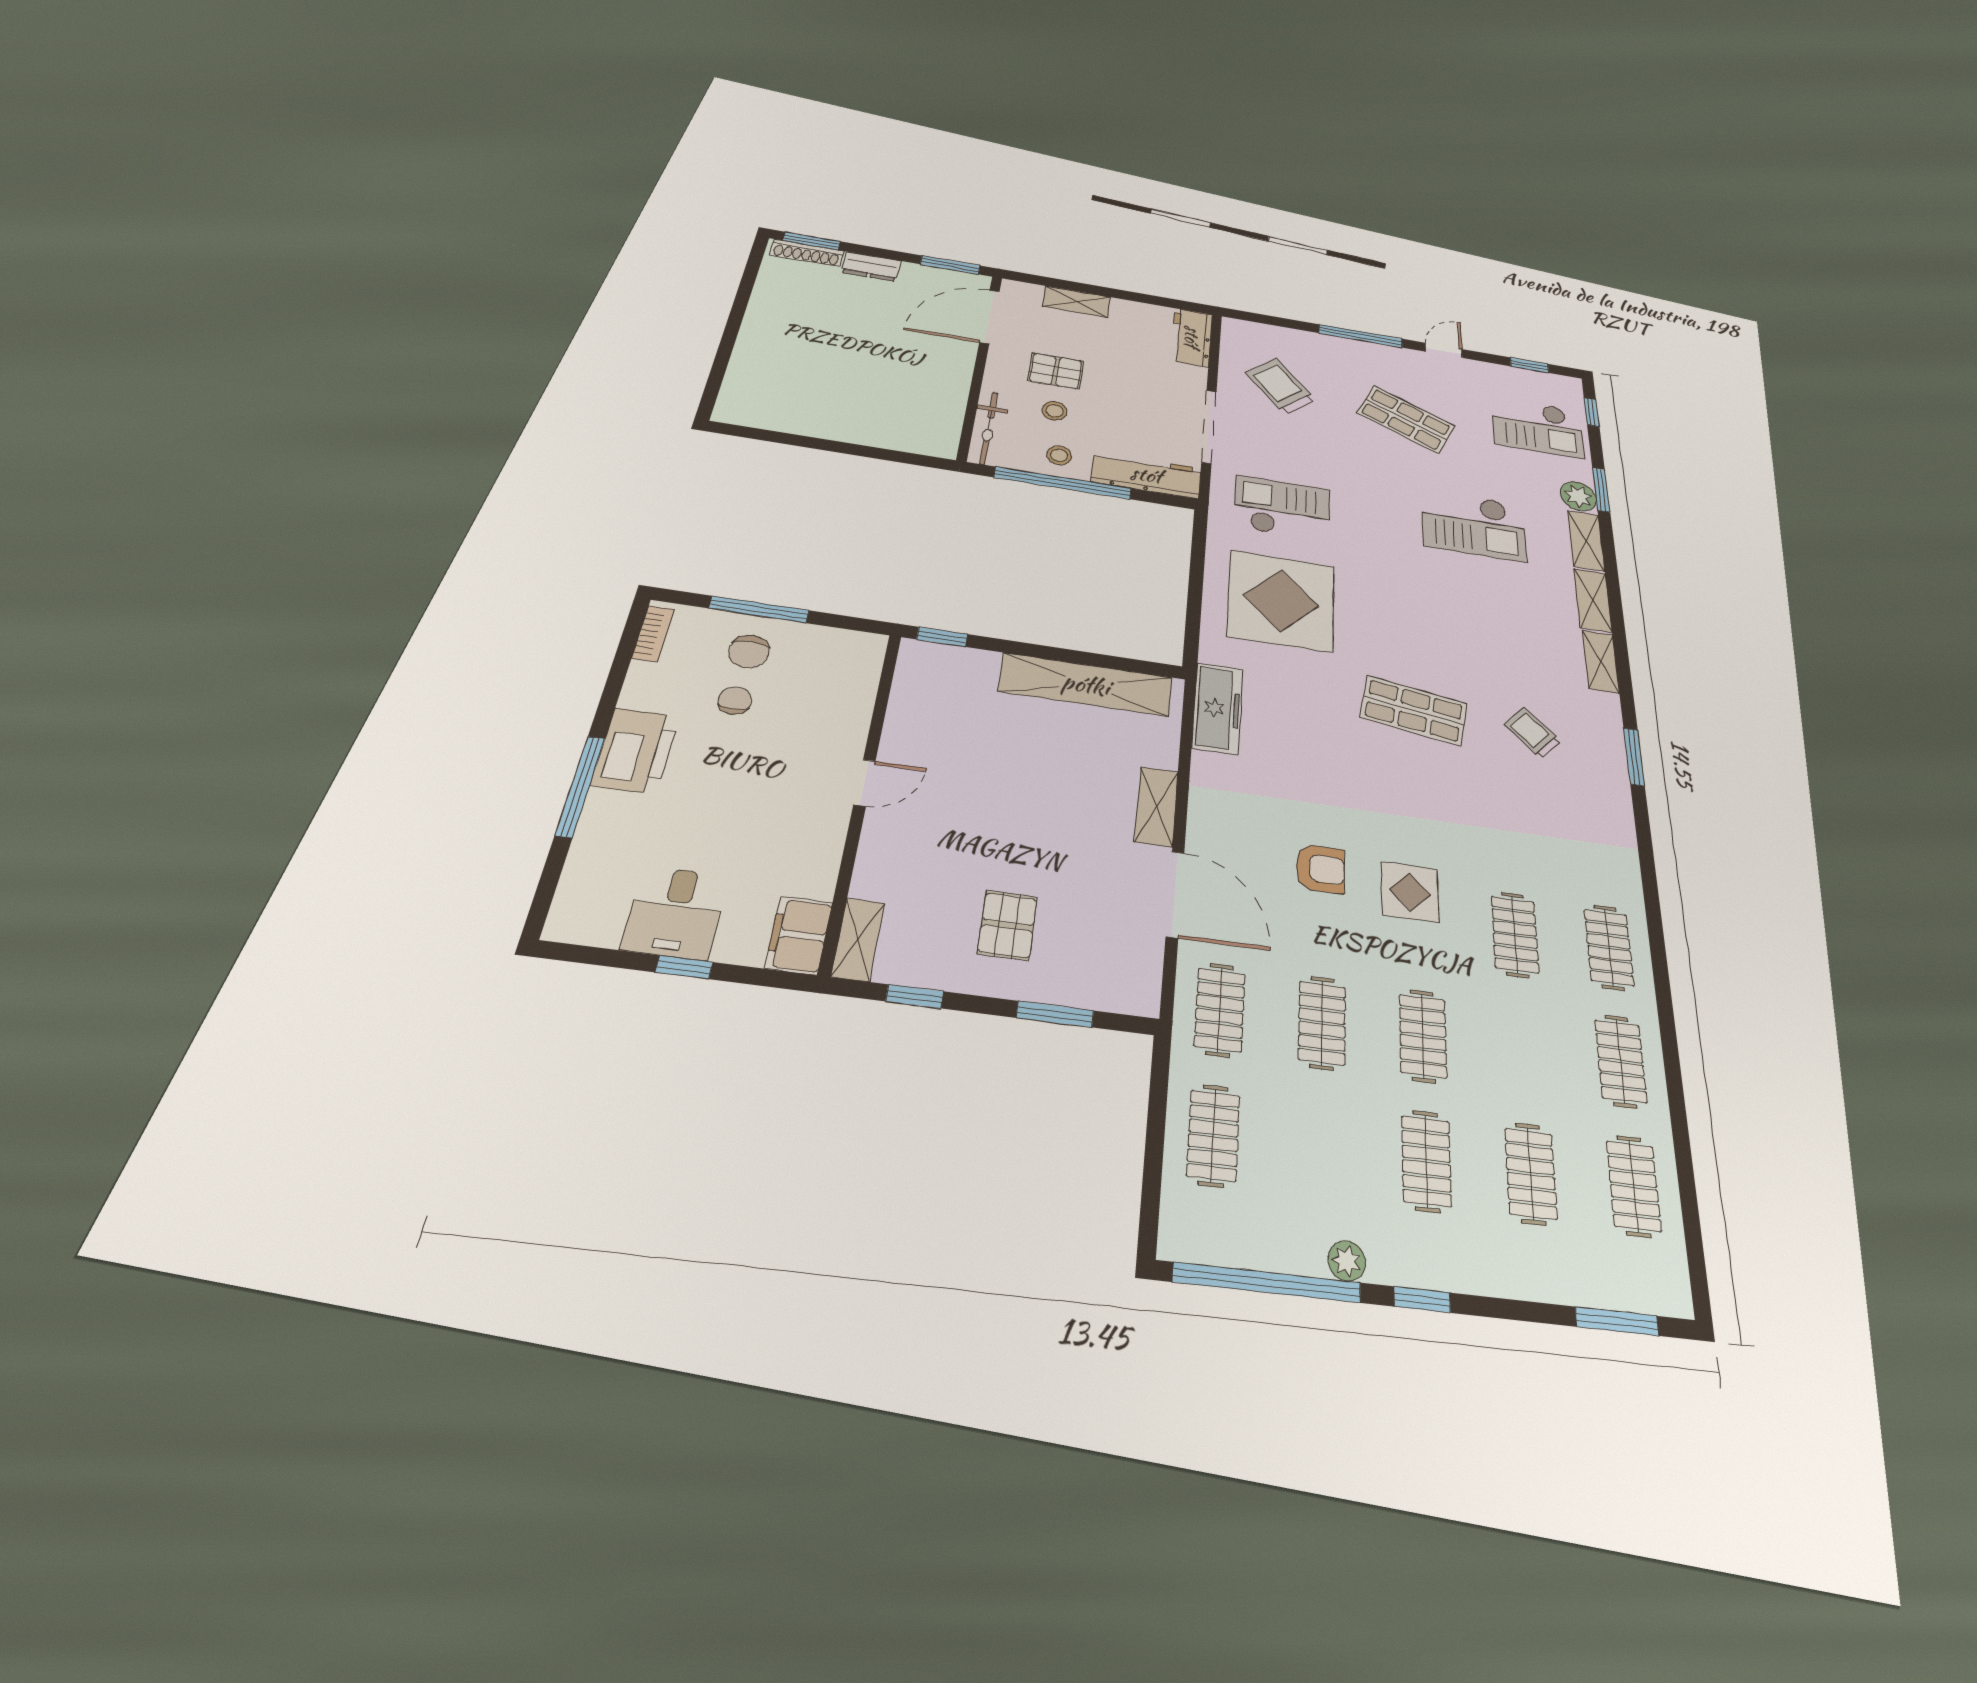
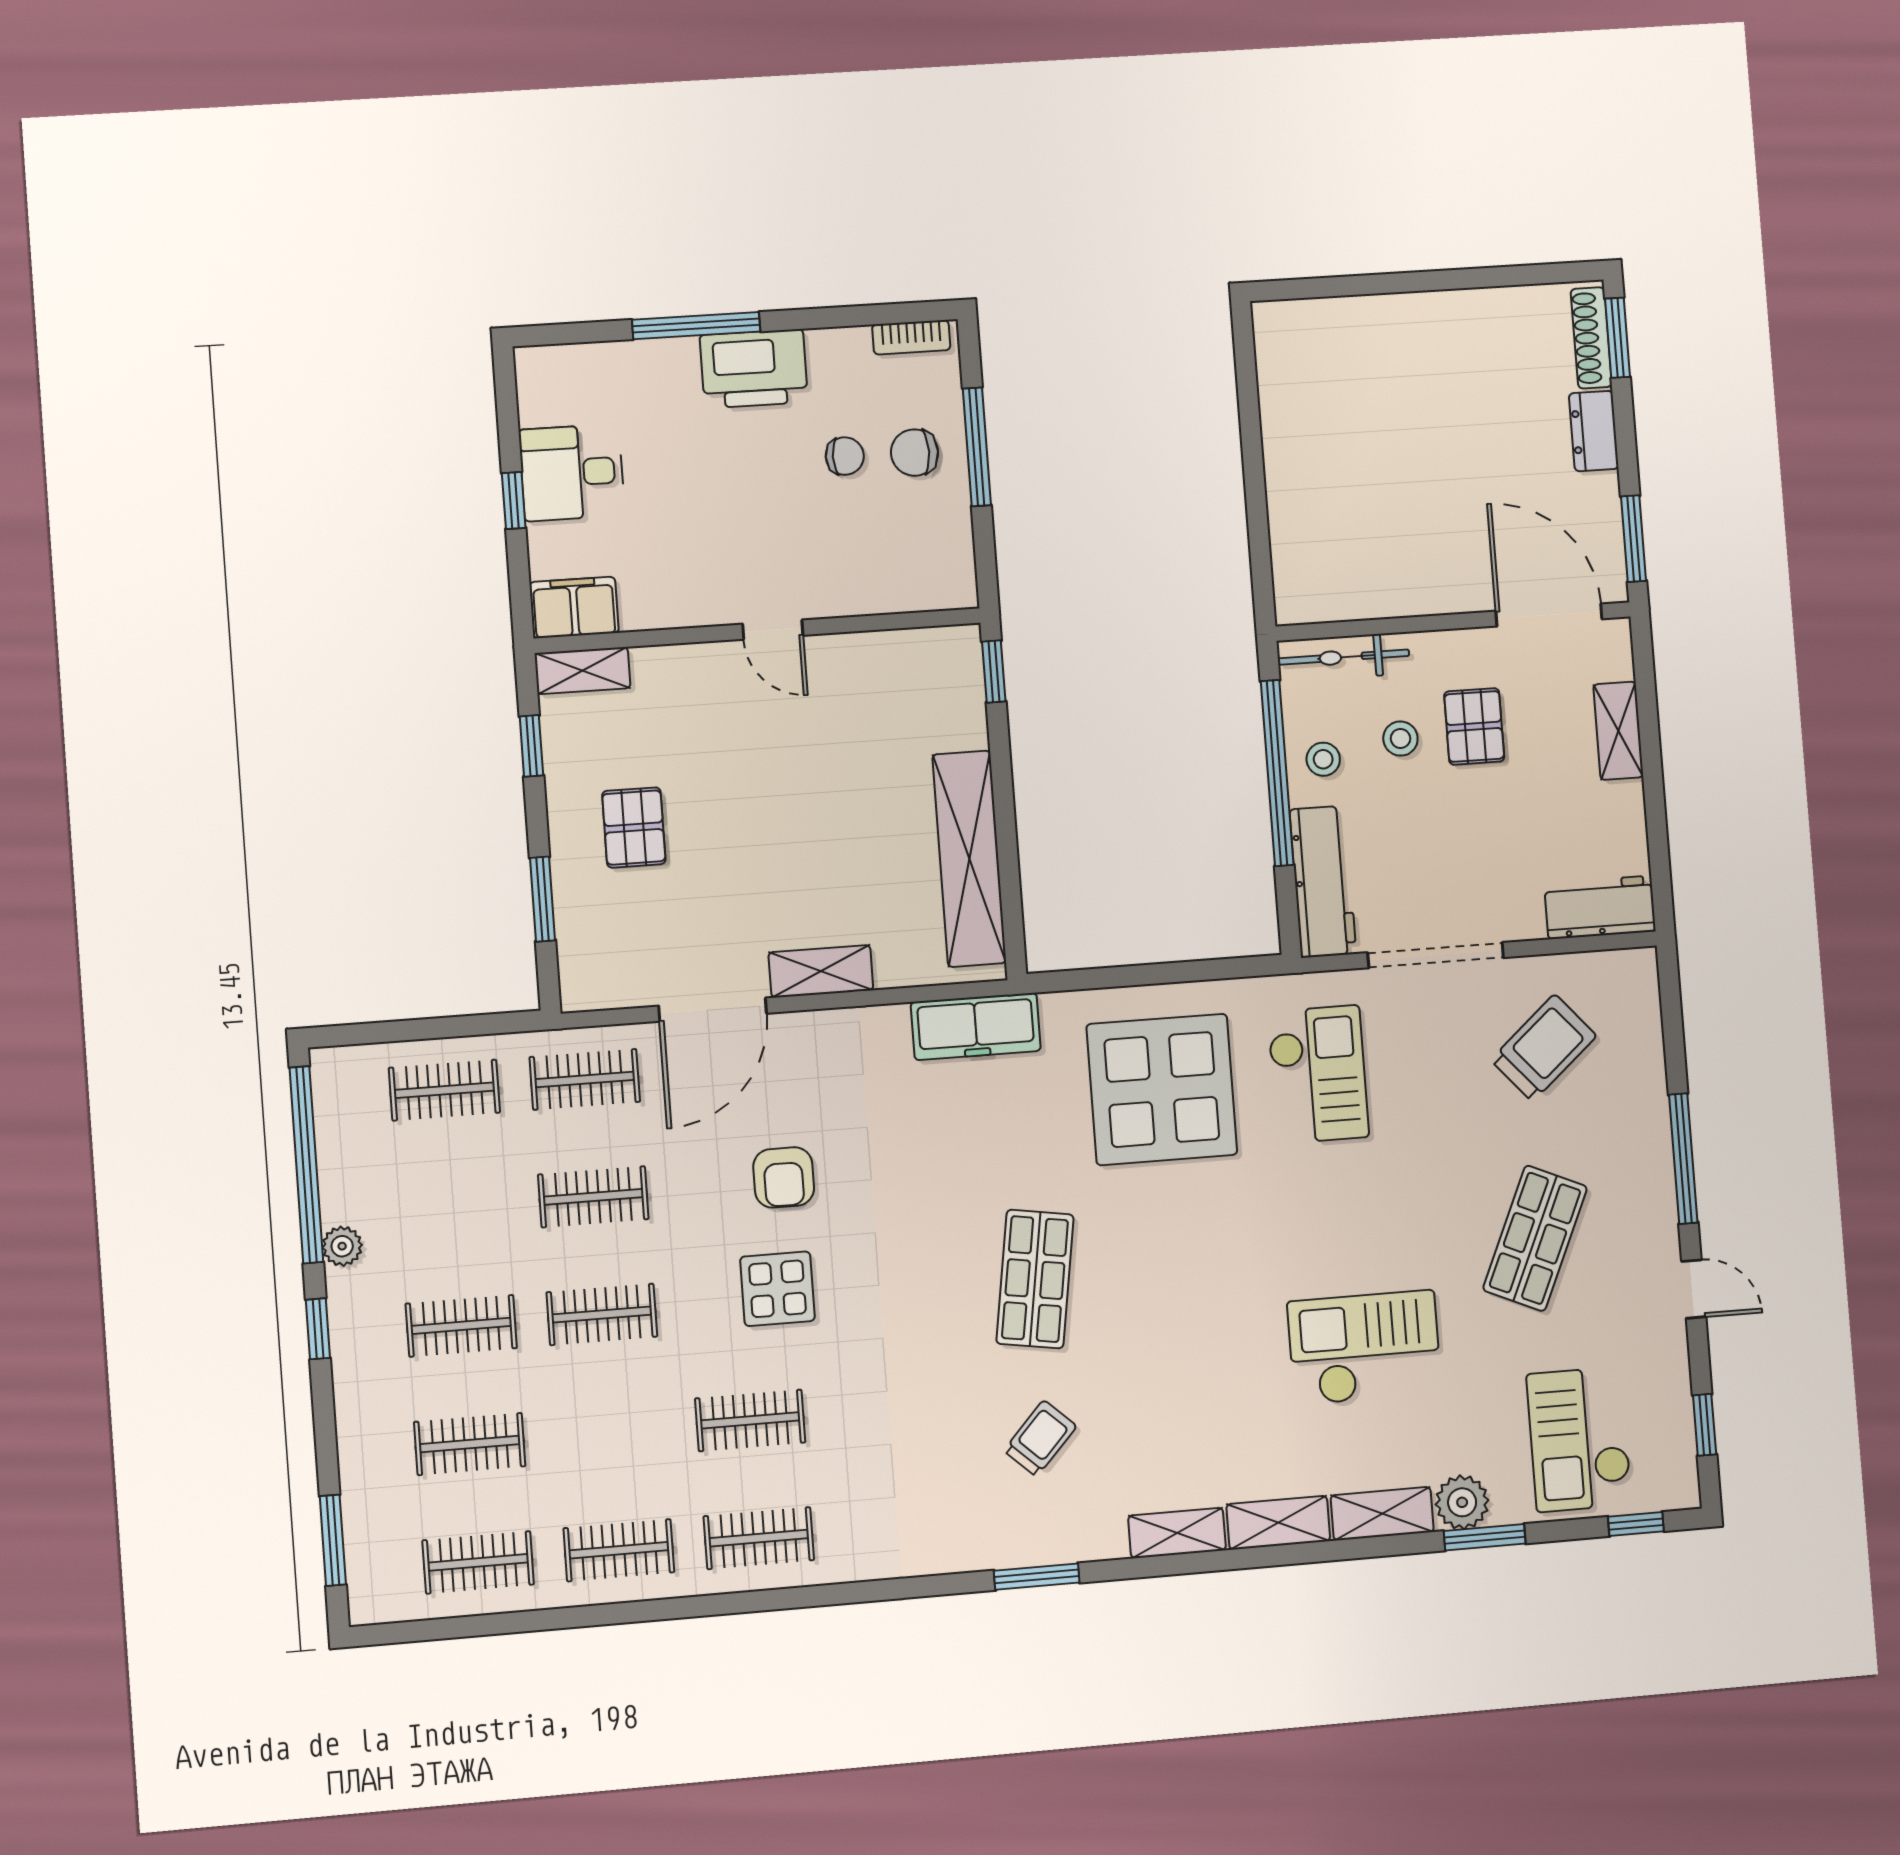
checkout: (1474, 525) -> (1364, 1348), turned 90
pallet: (1007, 925) -> (634, 828), turned 90

